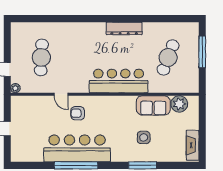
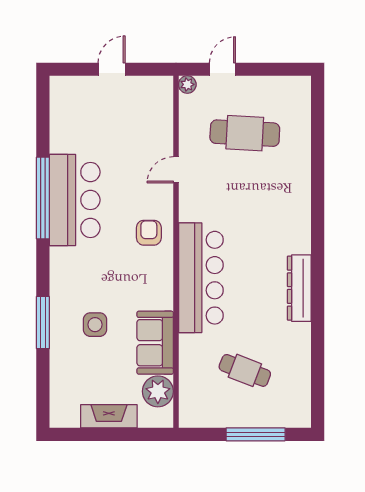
cafe table: (168, 57) -> (245, 370), width x0.73, depth x0.74
armchair: (78, 113) -> (149, 233), moved
fireplace: (193, 145) -> (109, 416), moved
bar counter: (77, 148) -> (75, 200), width x0.73

